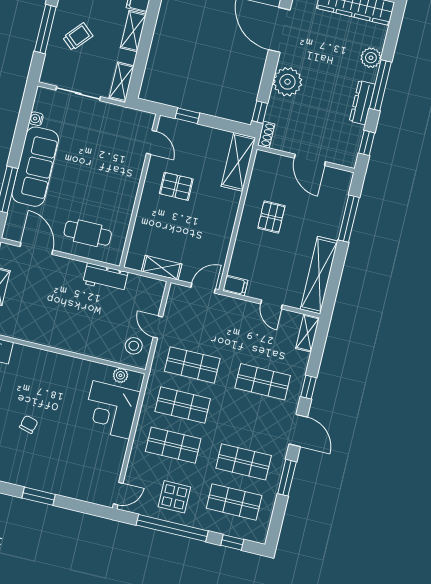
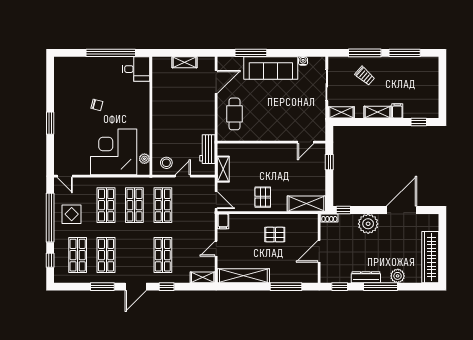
pallet: (176, 186) -> (263, 197), moved
workbench: (105, 278) -> (207, 149), moved
corner desk: (111, 410) -> (114, 152), width x1.36, depth x1.36

